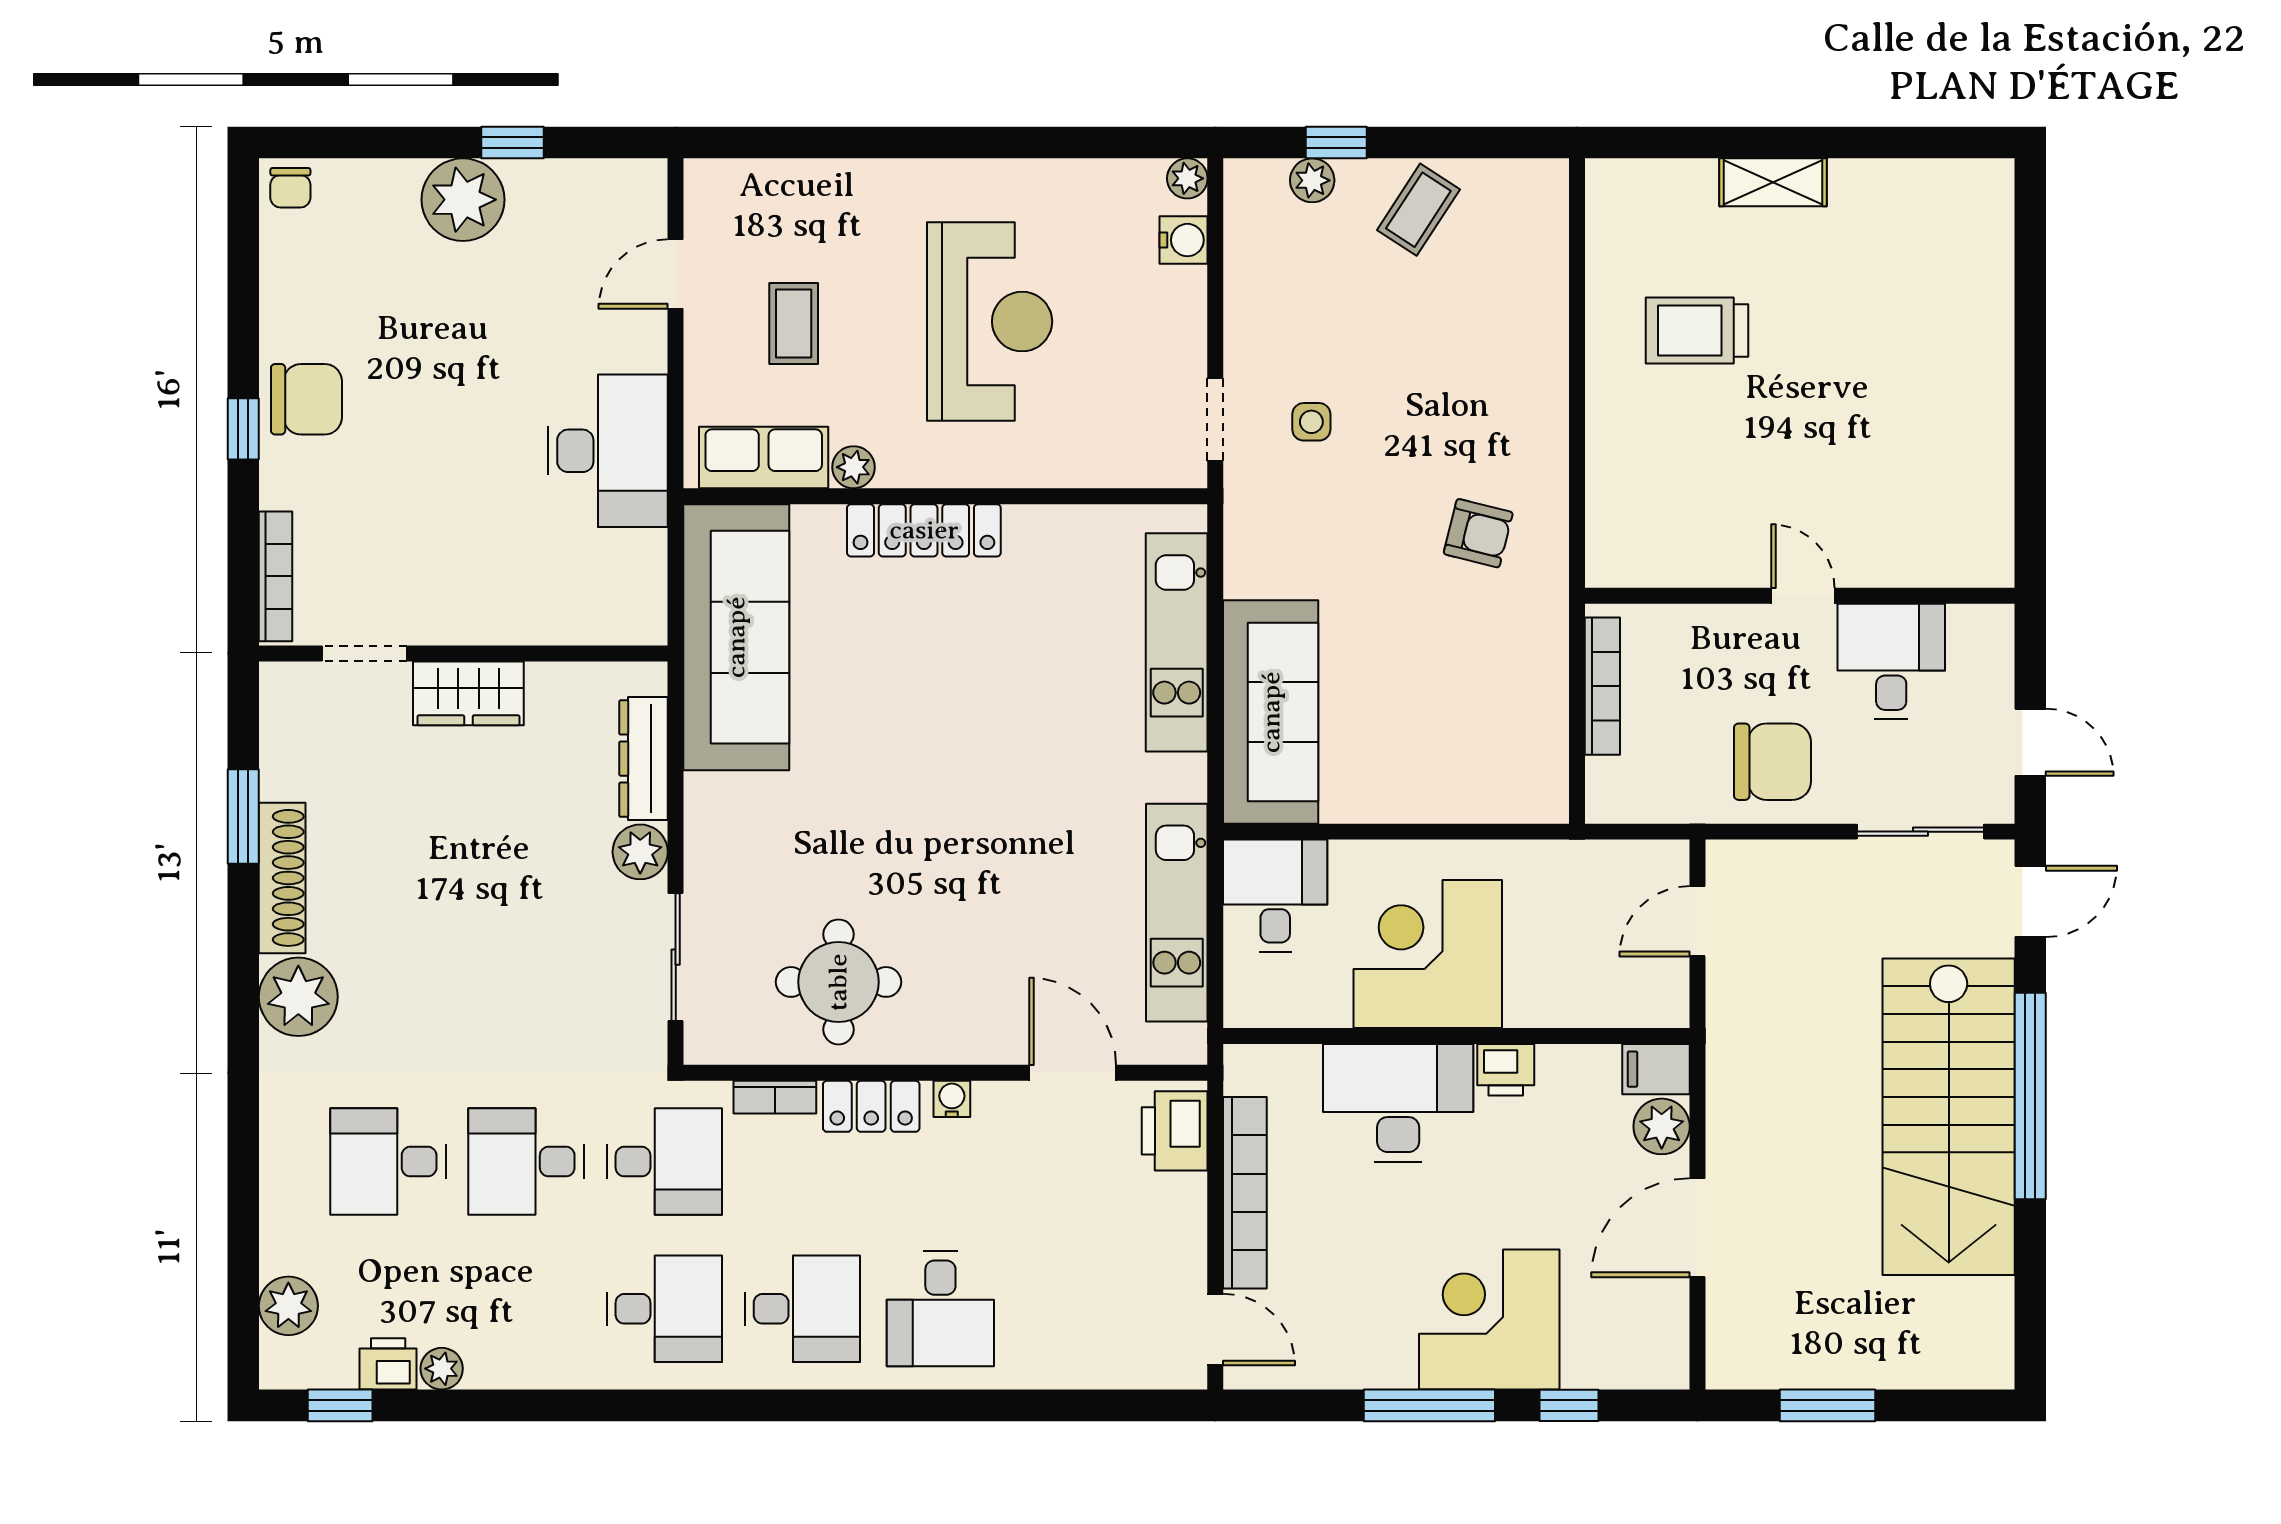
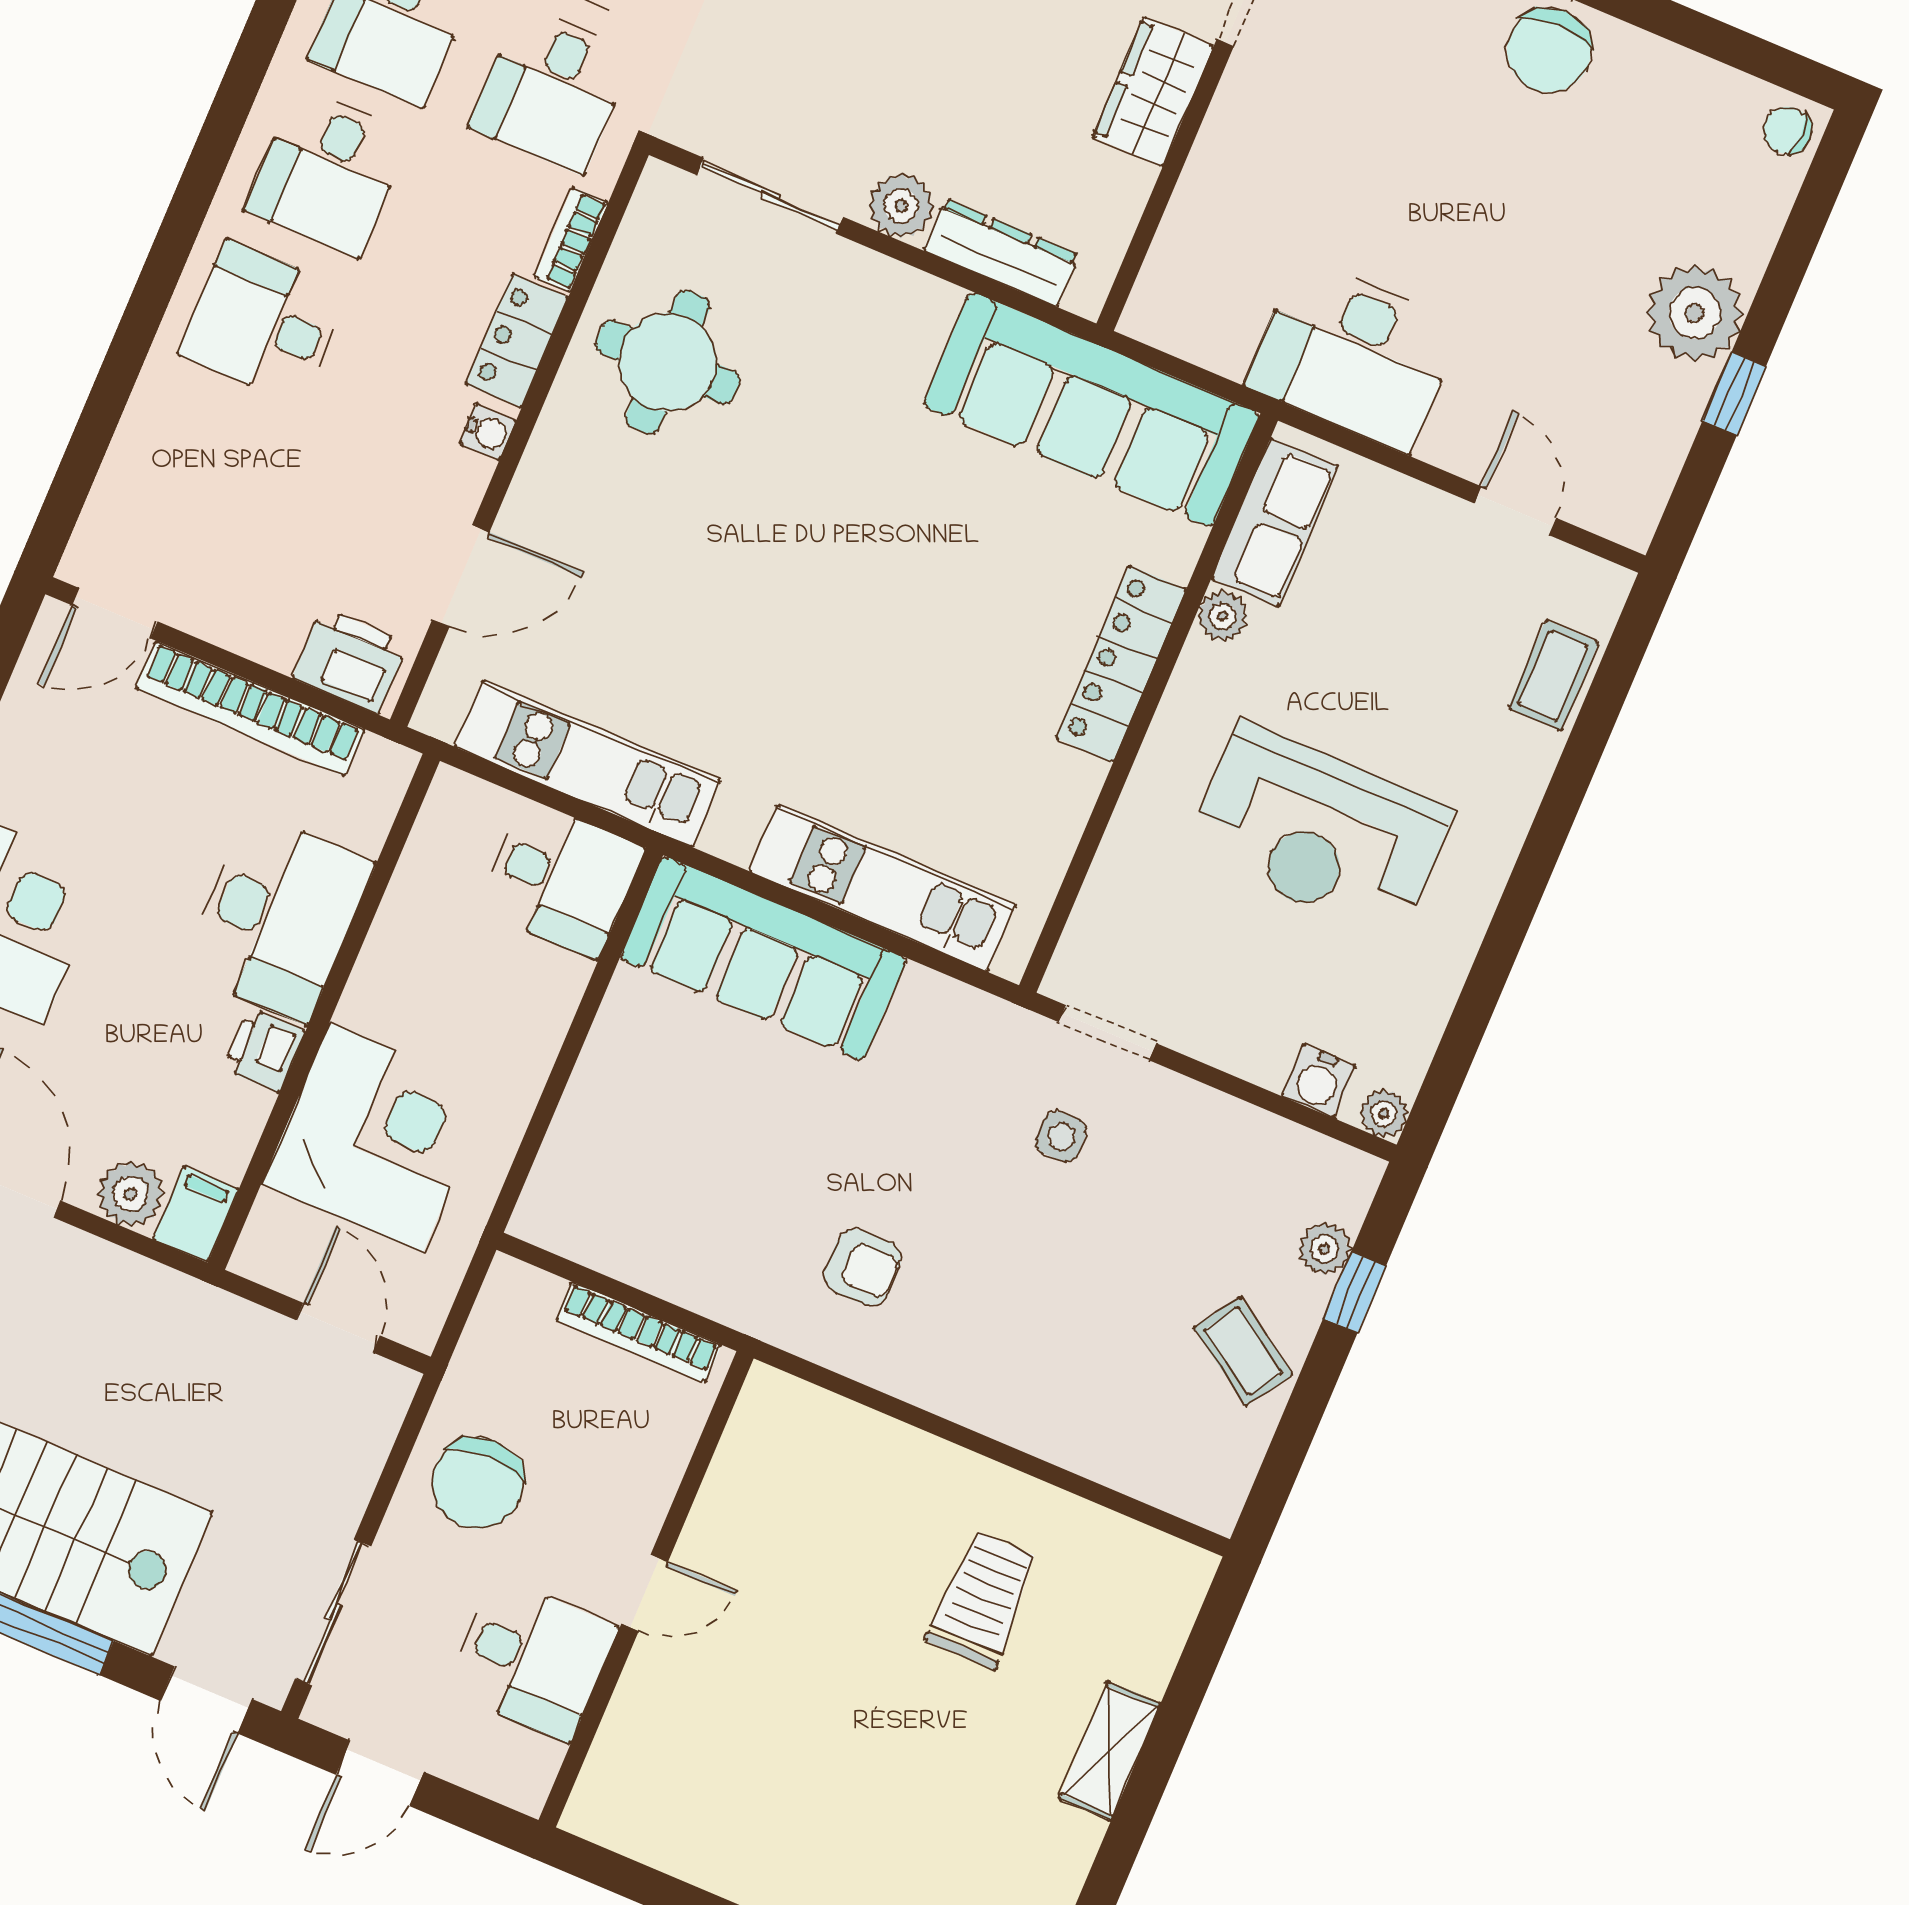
coffee table: (794, 323) -> (1553, 675), moved, turned 90
armchair: (1478, 533) -> (863, 1267), turned -104
corner desk: (1428, 954) -> (376, 1138), moved

